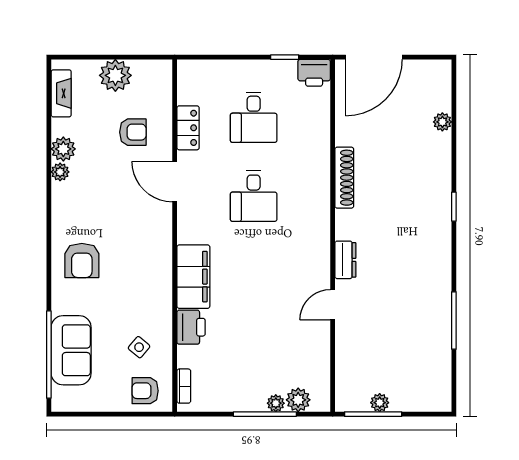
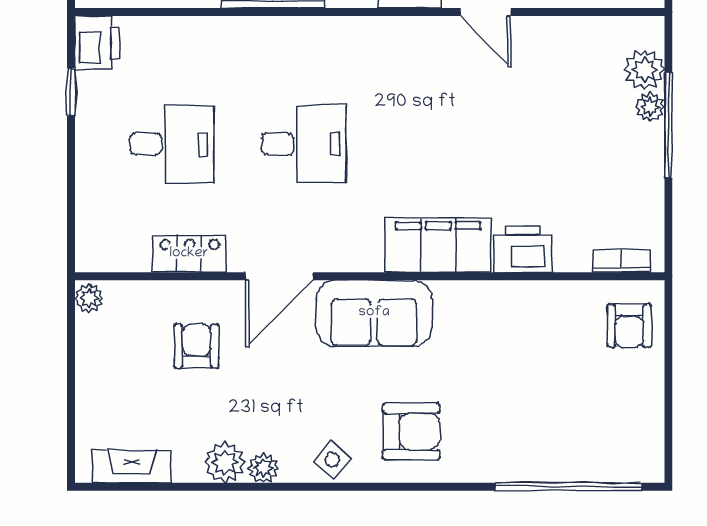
plant: (115, 75) -> (89, 298), moved, width x0.53, depth x0.53
side table: (139, 347) -> (332, 460), moved
sofa: (71, 350) -> (374, 313), moved, turned 180

